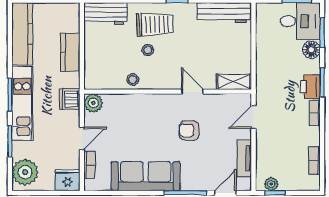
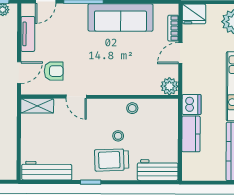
dishwasher: (70, 99) -> (191, 104), moved
armchair: (189, 130) -> (54, 71), moved

